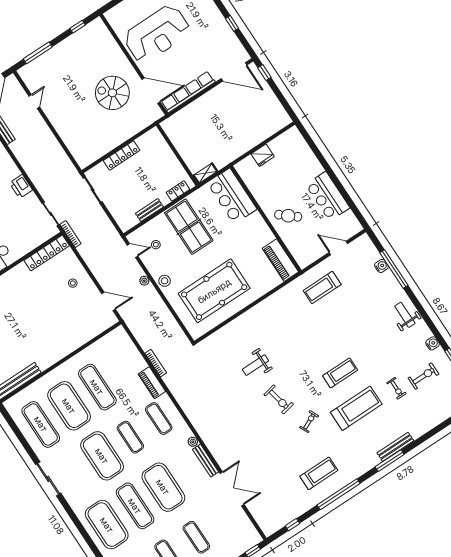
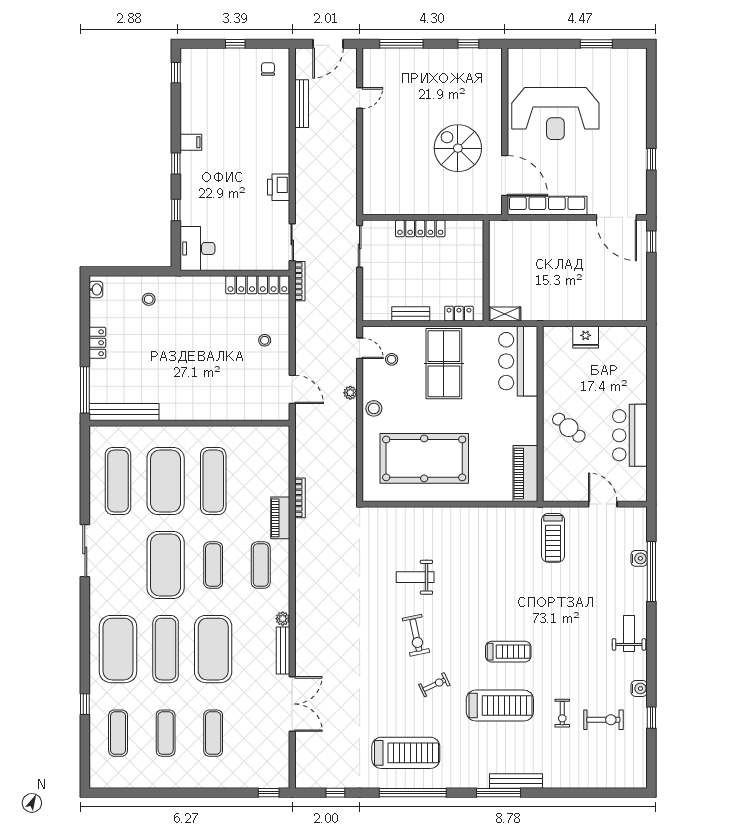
treadmill: (322, 288) -> (553, 538), turned -90
treadmill: (319, 473) -> (406, 753), width x1.37, depth x1.38

